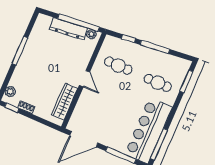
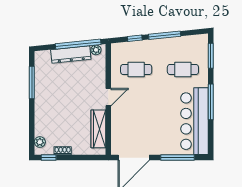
window: (20, 51) -> (32, 83), moved
door: (85, 79) -> (108, 97), hinge flipped
window: (159, 144) -> (211, 102), moved

